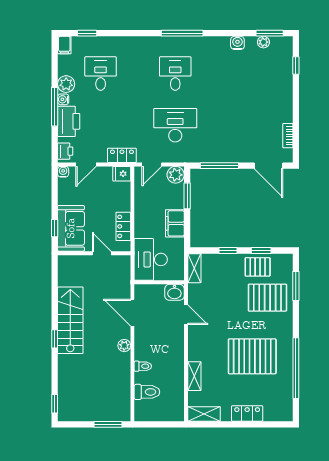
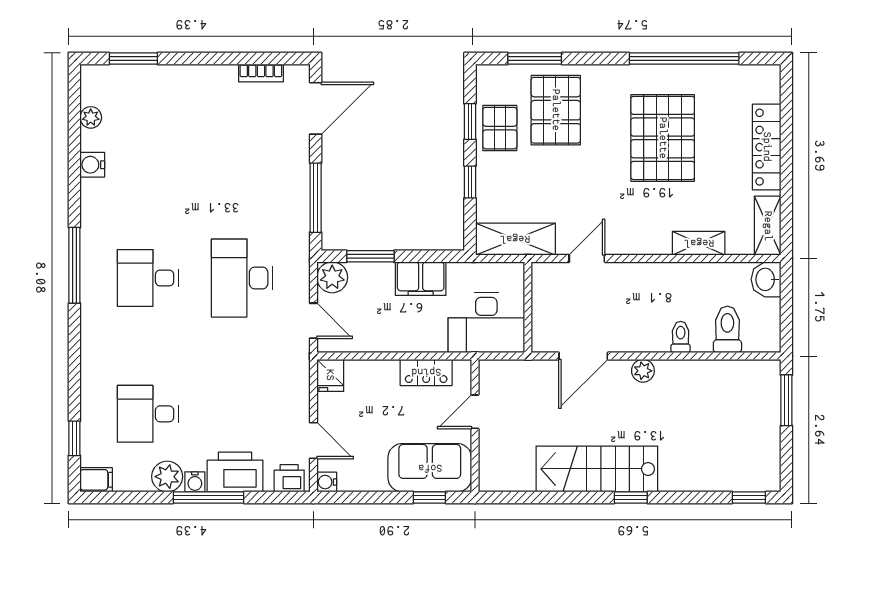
window: (270, 33) -> (74, 106), removed
window: (296, 65) -> (133, 59), width x1.50
locker: (122, 155) -> (297, 375), removed
shelving: (194, 268) -> (515, 239), width x1.50, depth x1.33
washbasin: (174, 292) -> (766, 279), moved, turned 180
locker: (247, 413) -> (767, 147), width x1.53

